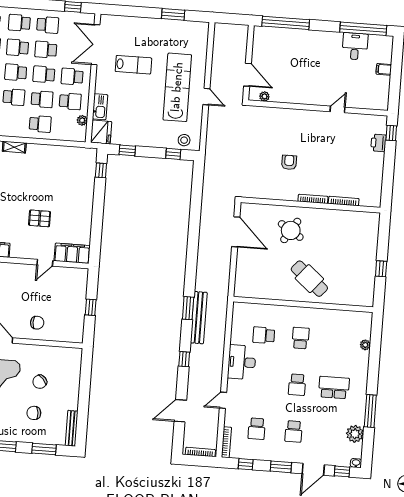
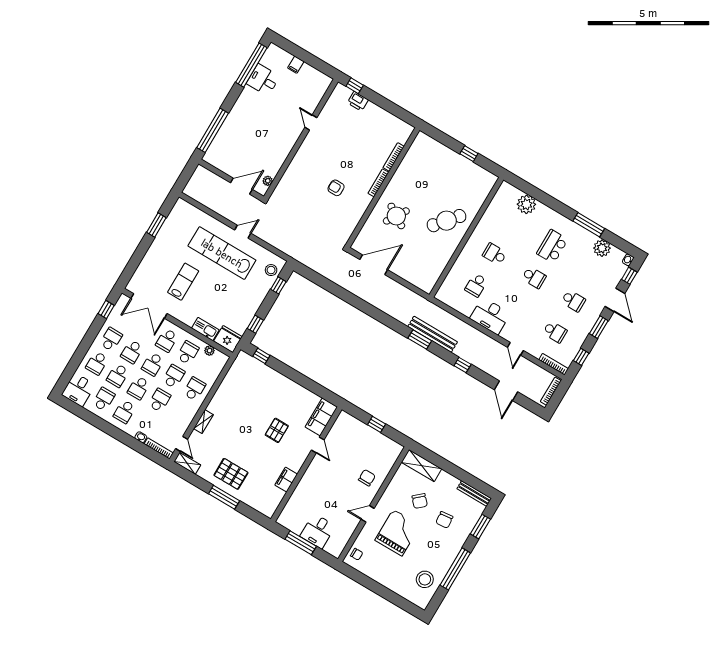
plant: (365, 345) -> (526, 204), width x1.87, depth x1.87
shelving: (73, 367) -> (422, 466), added

